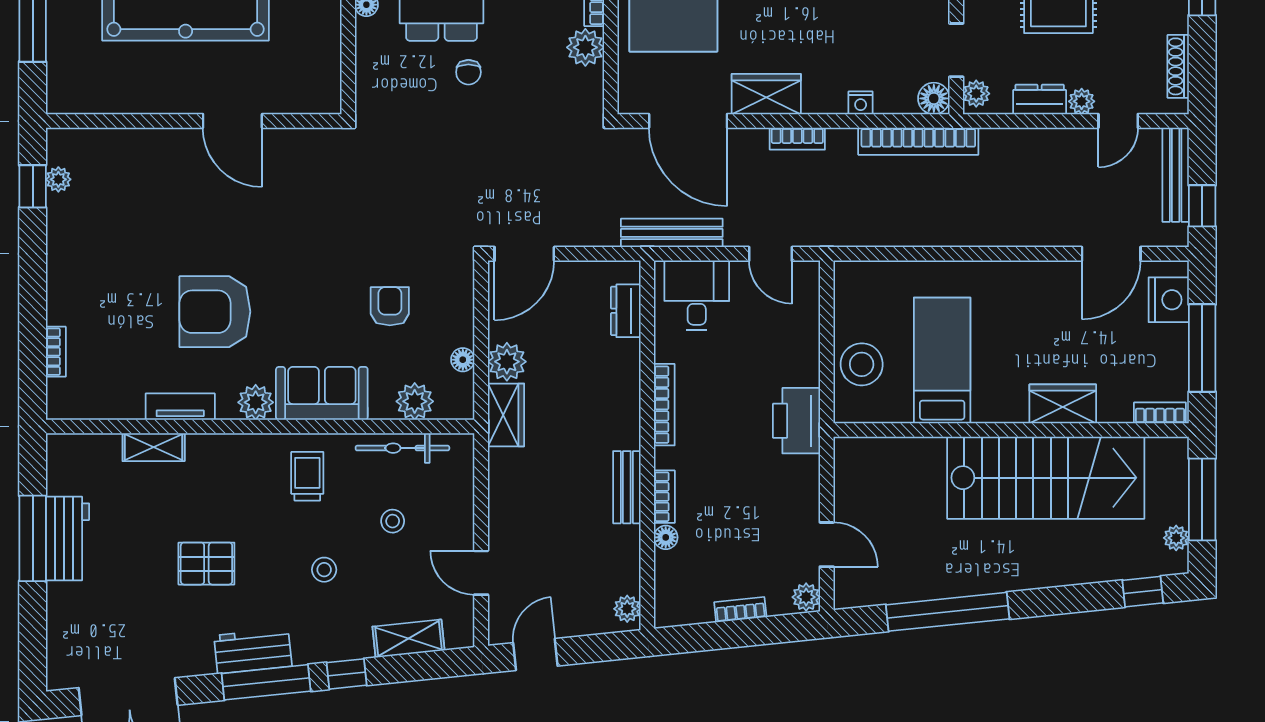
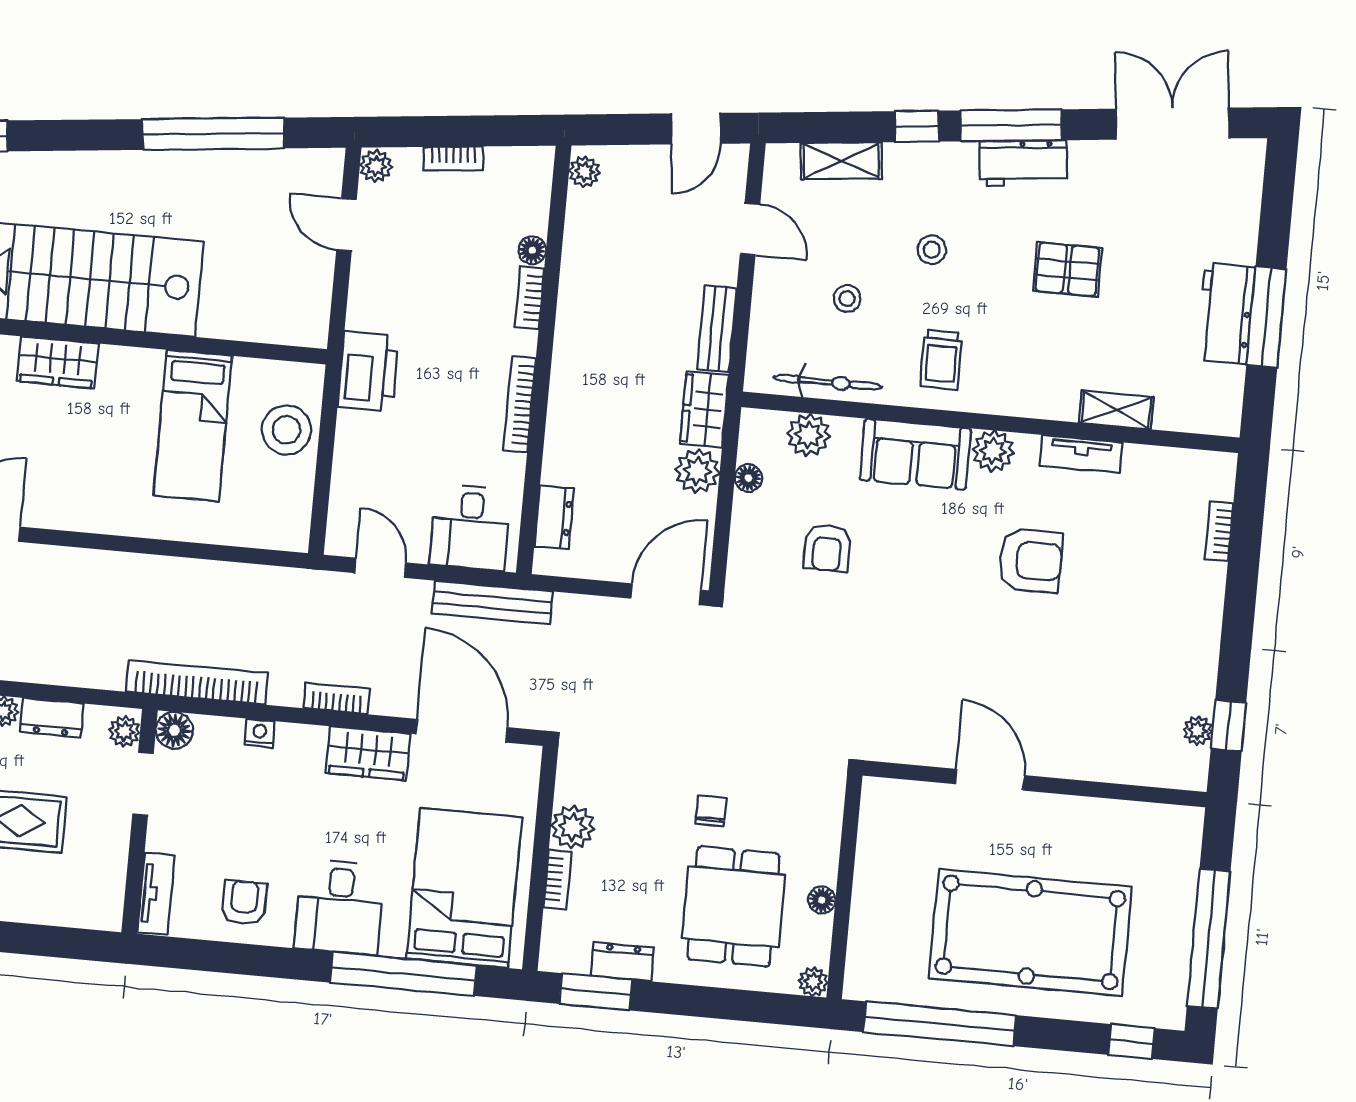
armchair: (215, 312) -> (1031, 560), width x0.73, depth x0.73
bench: (627, 487) -> (717, 329), moved

